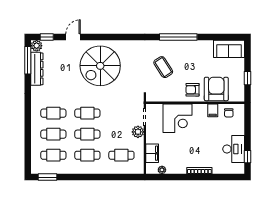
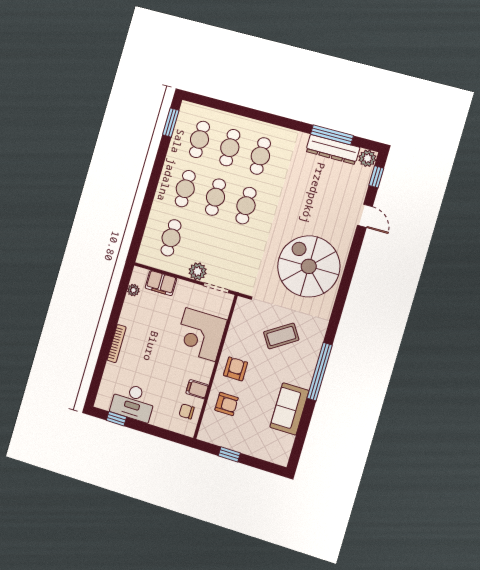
sofa: (229, 49) -> (289, 409), moved
window: (28, 60) -> (332, 135), moved
spiral stairs: (100, 66) -> (309, 266), moved
armchair: (216, 89) -> (227, 404), width x0.53, depth x0.53

